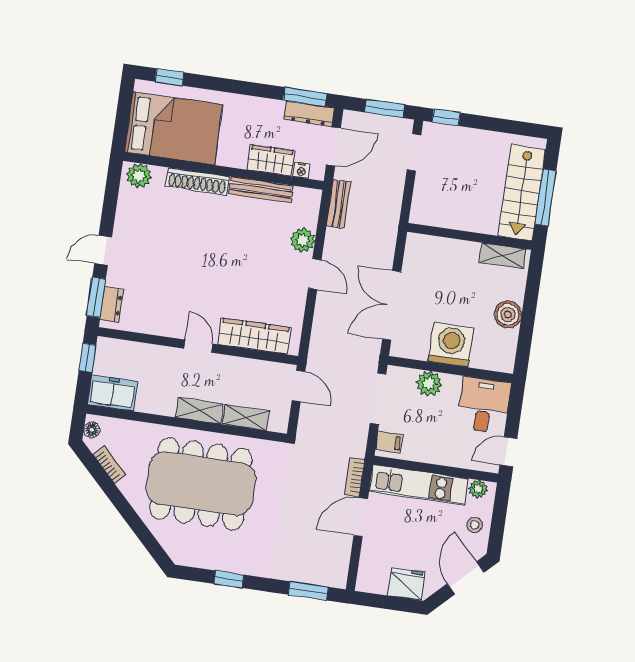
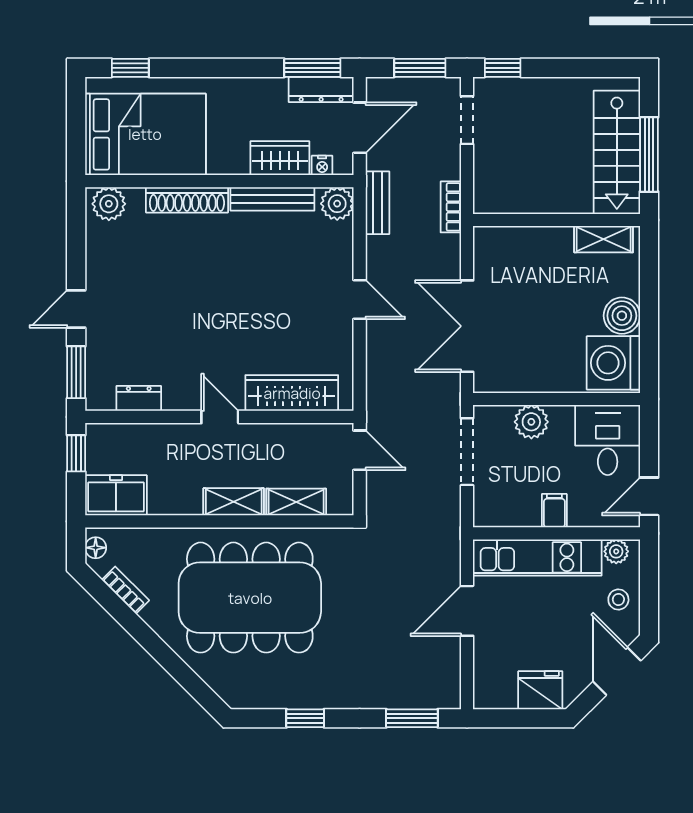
plant: (303, 240) -> (337, 204), moved
dresser: (112, 305) -> (139, 398), moved, turned -90
washing machine: (451, 345) -> (613, 363), moved, turned -90
filing cabinet: (389, 442) -> (554, 511), moved, turned -90
bookcase: (354, 477) -> (451, 207), moved

